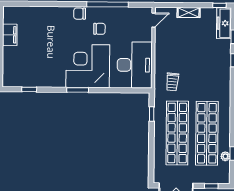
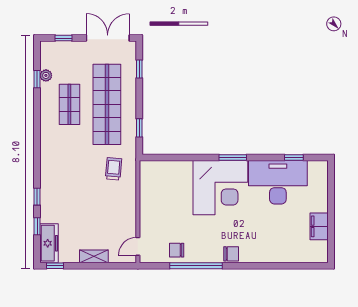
chair: (99, 29) -> (177, 250), moved
desk: (135, 65) -> (278, 182), moved, turned 90
shop shelf: (207, 133) -> (69, 104), width x0.50, depth x0.74
window: (151, 161) -> (139, 69), added

